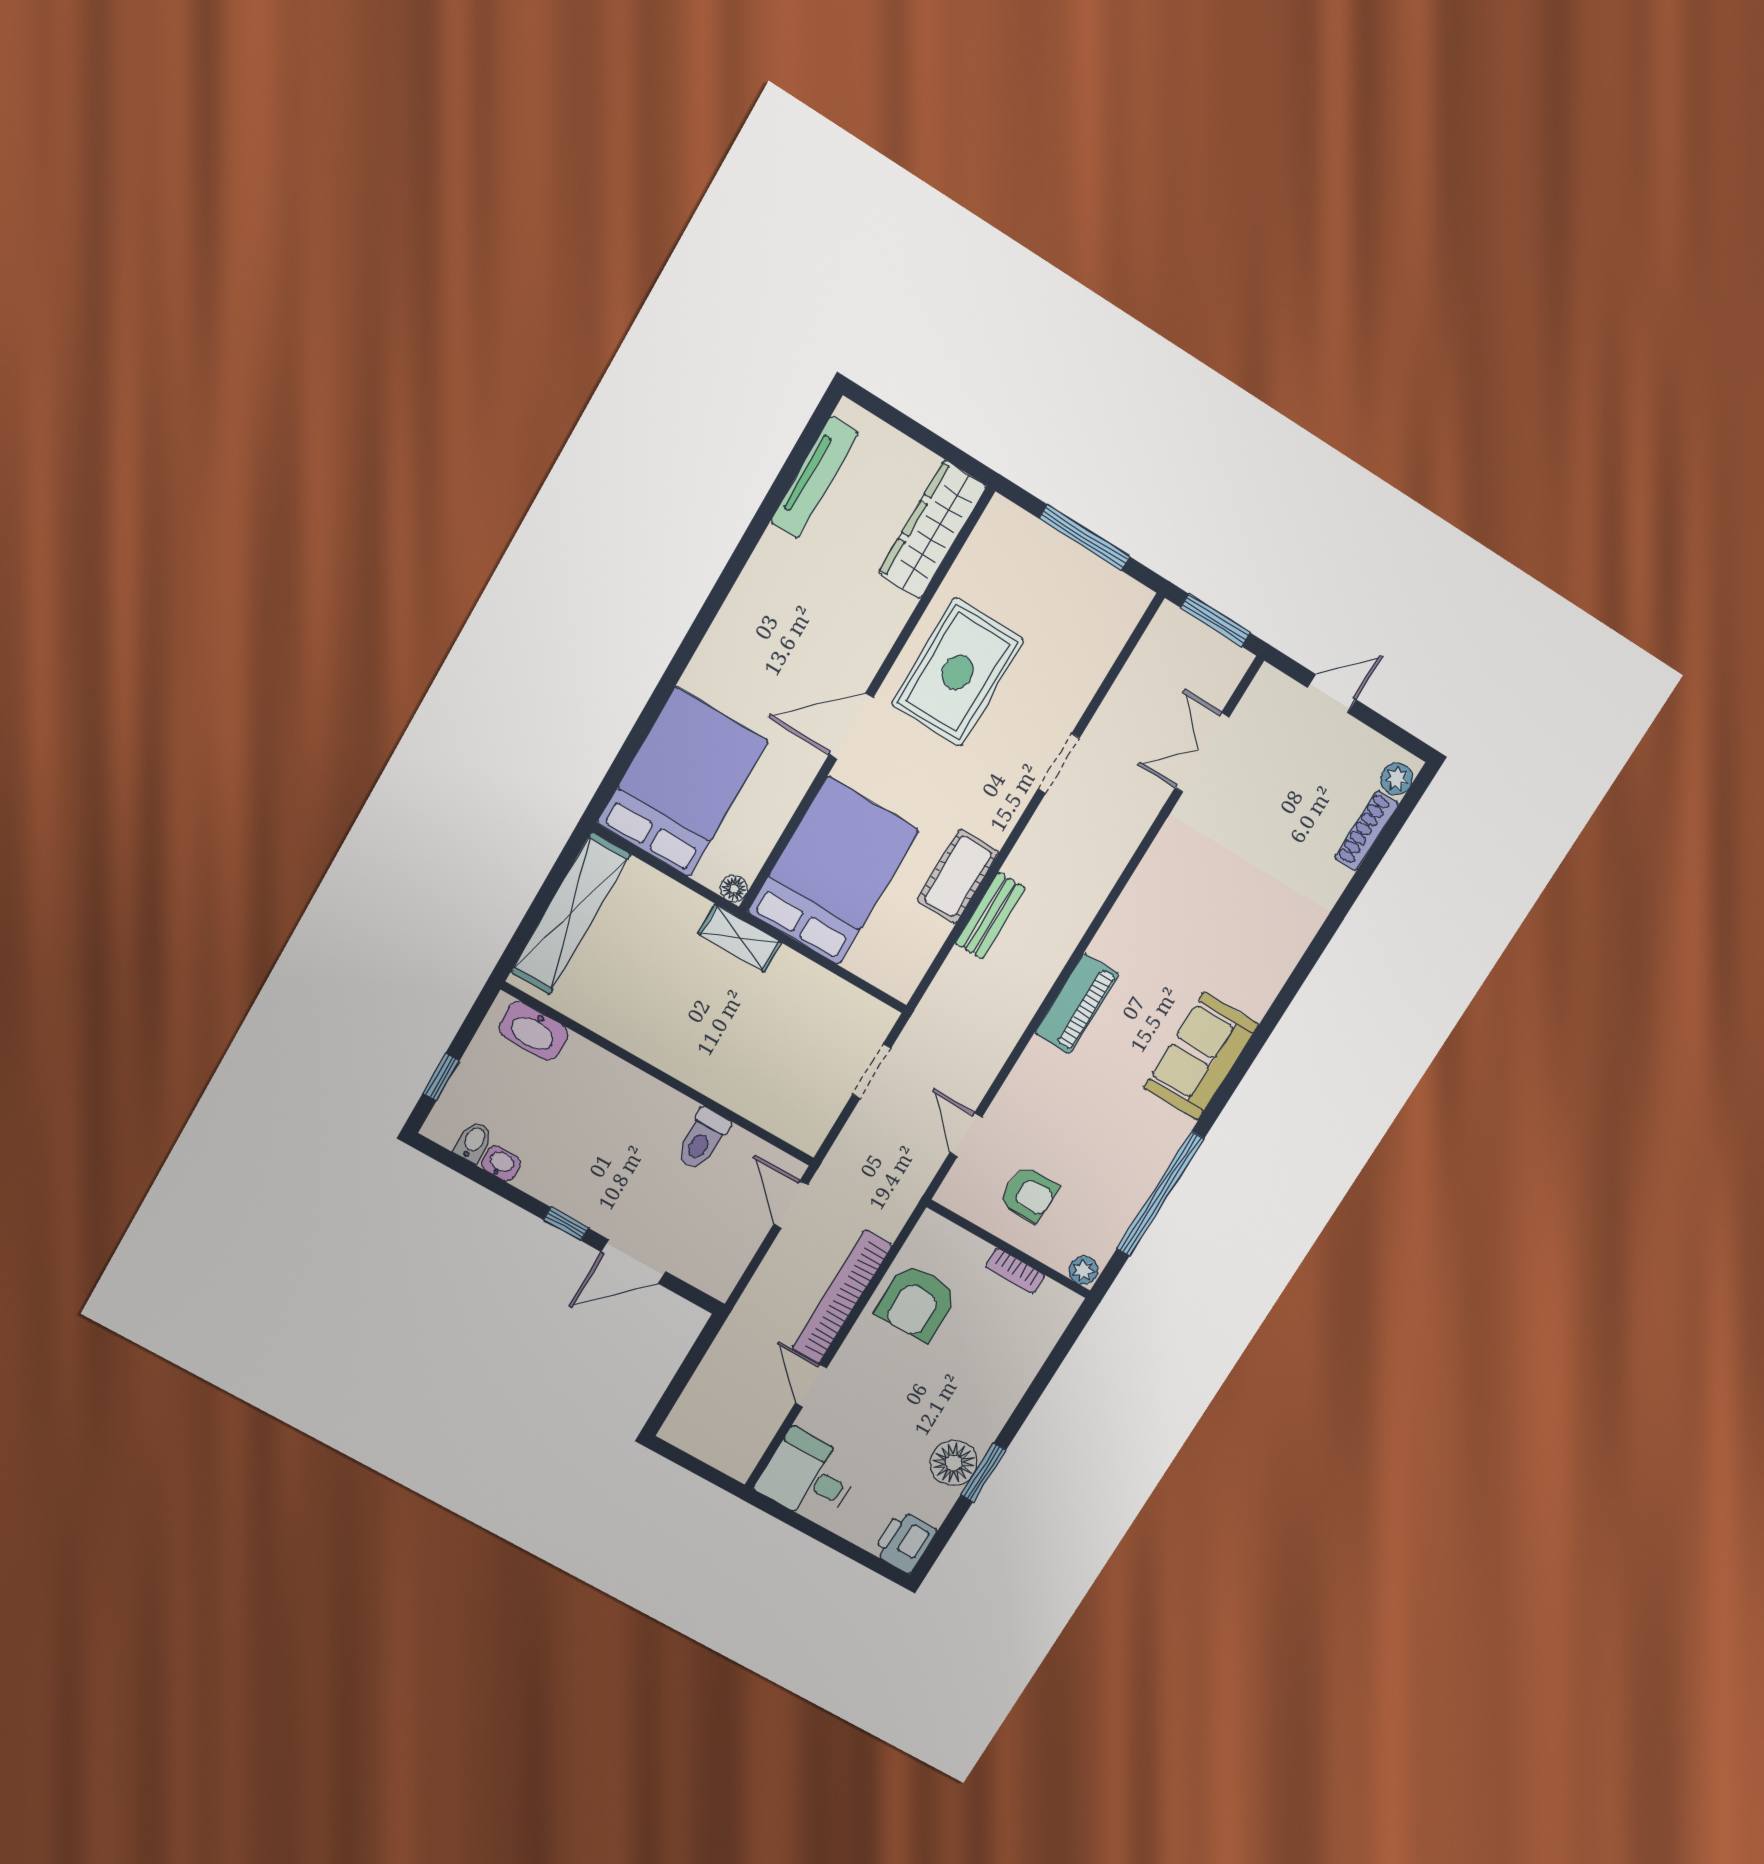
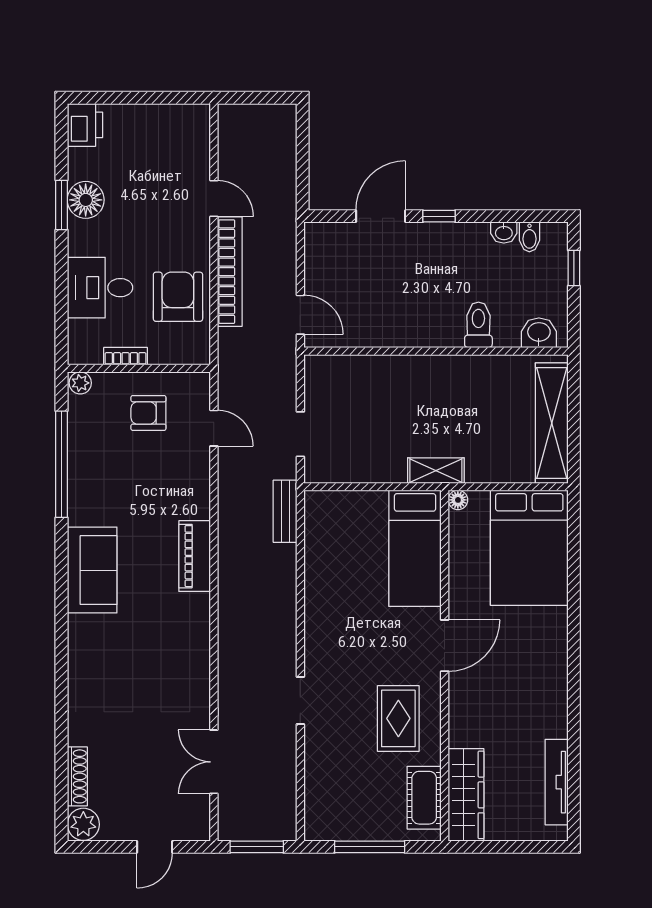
rug: (958, 672) -> (398, 718), width x0.73, depth x0.70
double door: (1202, 752) -> (214, 762), swing flipped
plant: (1397, 779) -> (83, 824), width x1.38, depth x1.38
bed: (833, 871) -> (415, 548), width x0.67
cot: (958, 876) -> (424, 798), moved
bench: (990, 916) -> (285, 511), moved
washbasin: (534, 1031) -> (539, 333), width x0.72
toilet: (702, 1139) -> (478, 325), moved
desk: (809, 1477) -> (100, 288), moved, turned 180

